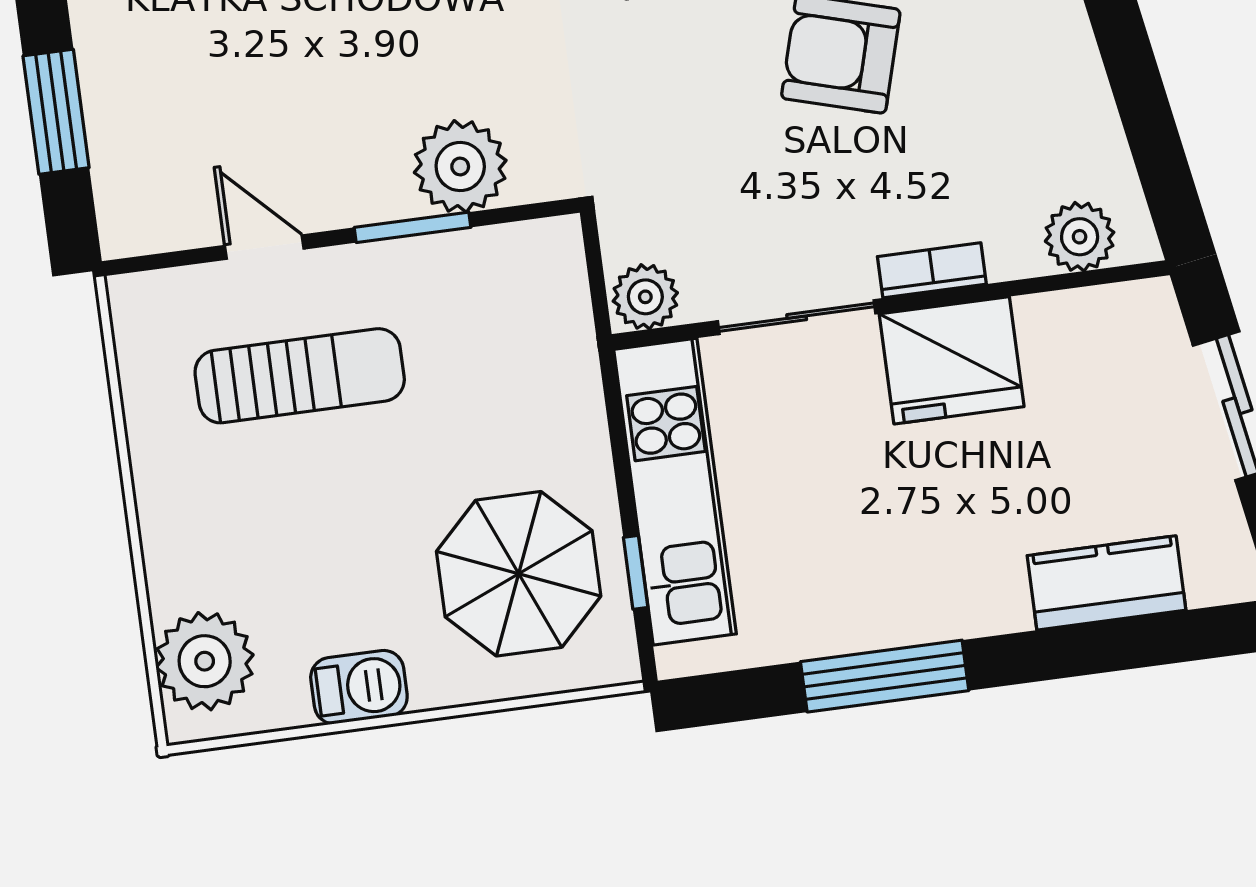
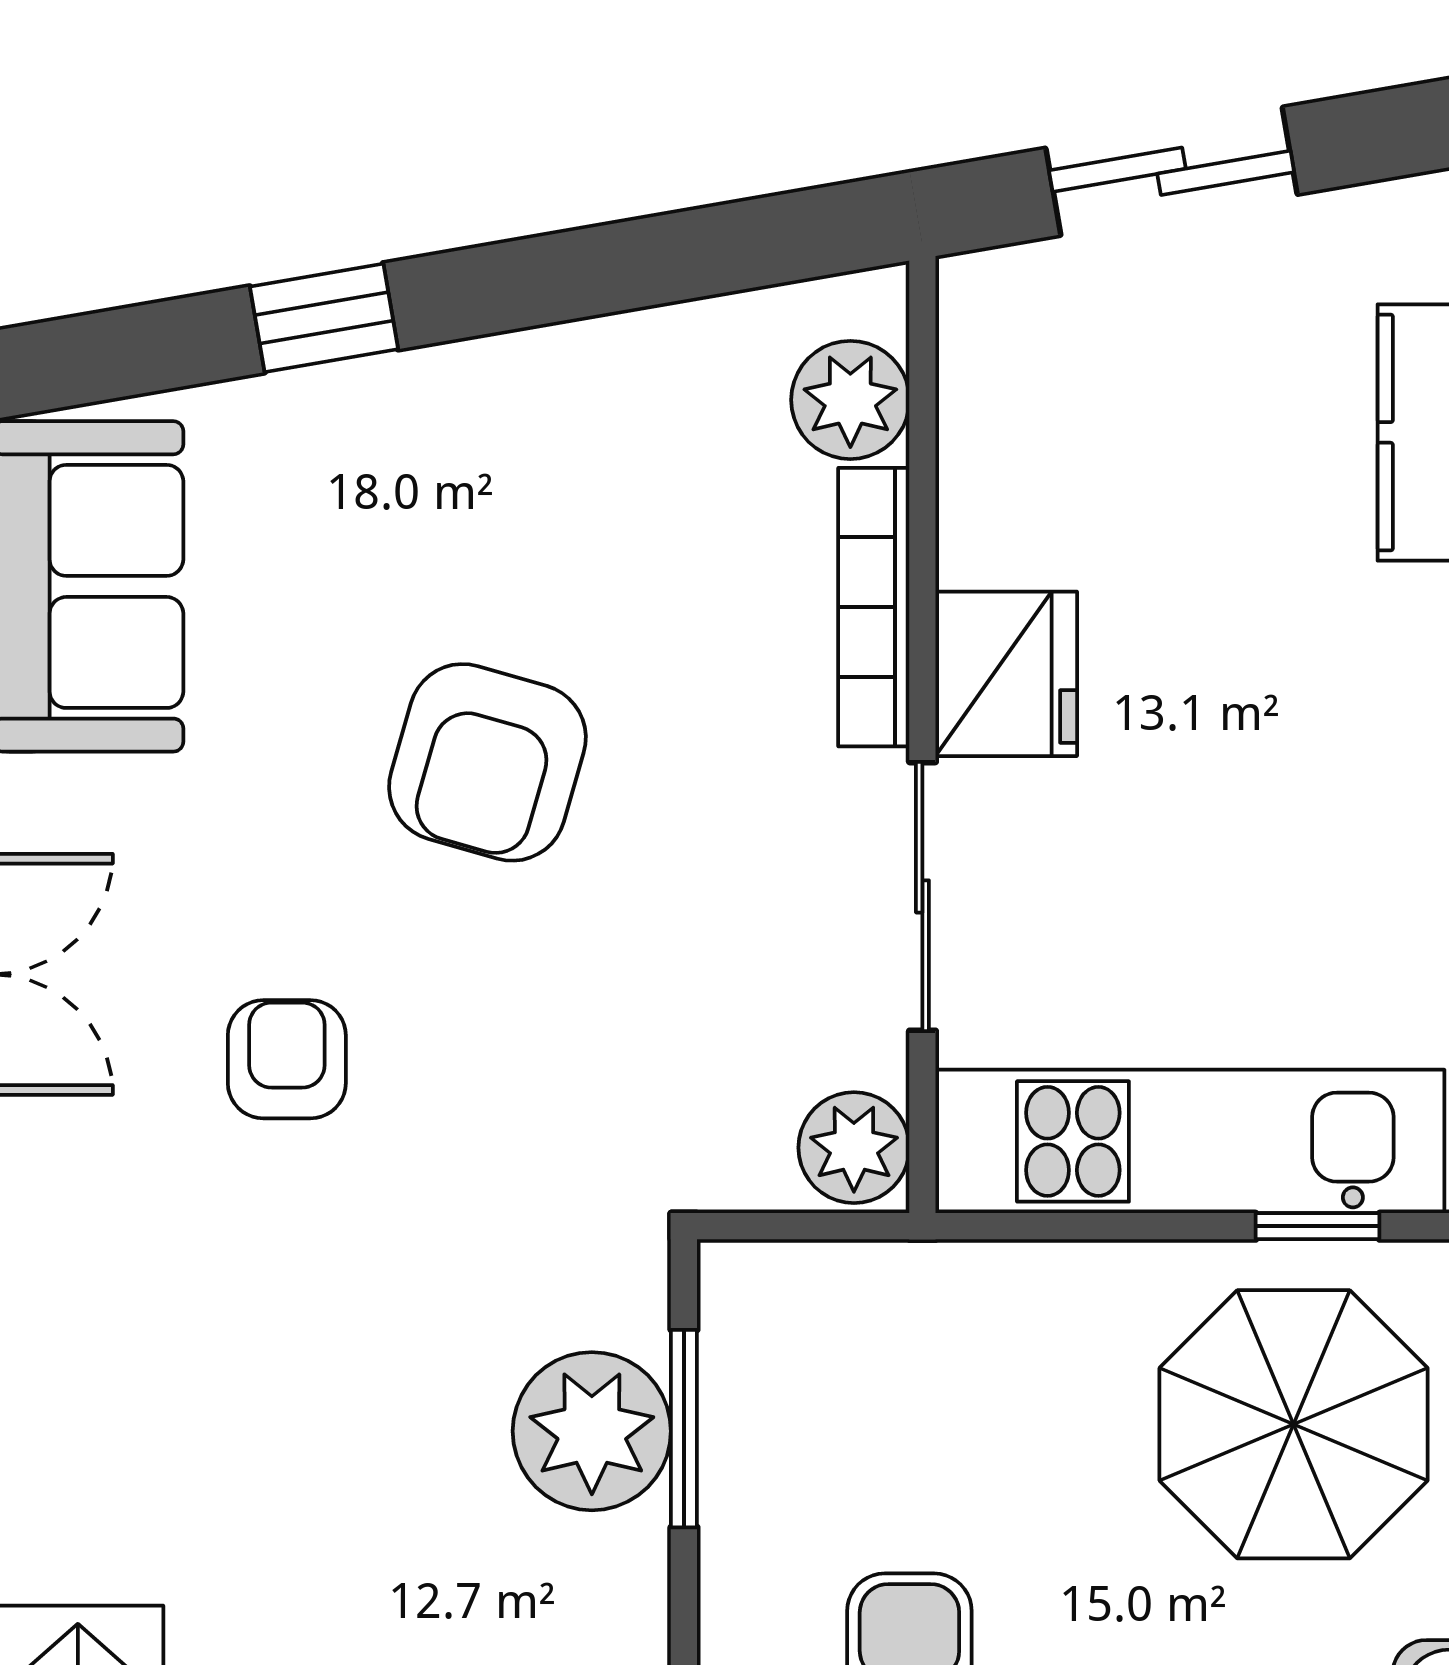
window: (413, 227) -> (684, 1429), moved
bookcase: (932, 270) -> (874, 607), width x1.56
fridge: (952, 360) -> (1006, 674), width x0.73, depth x0.75

